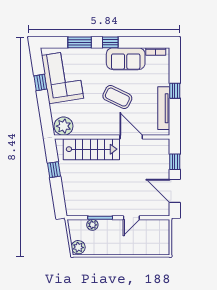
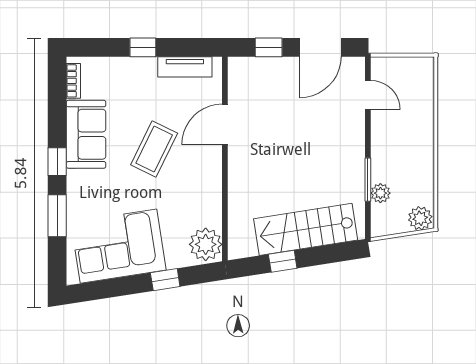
window: (40, 82) -> (165, 280), moved
tv unit: (164, 108) -> (185, 67), width x0.71
stairs: (91, 149) -> (306, 229), moved, turned -99
door: (131, 218) -> (368, 95), moved

